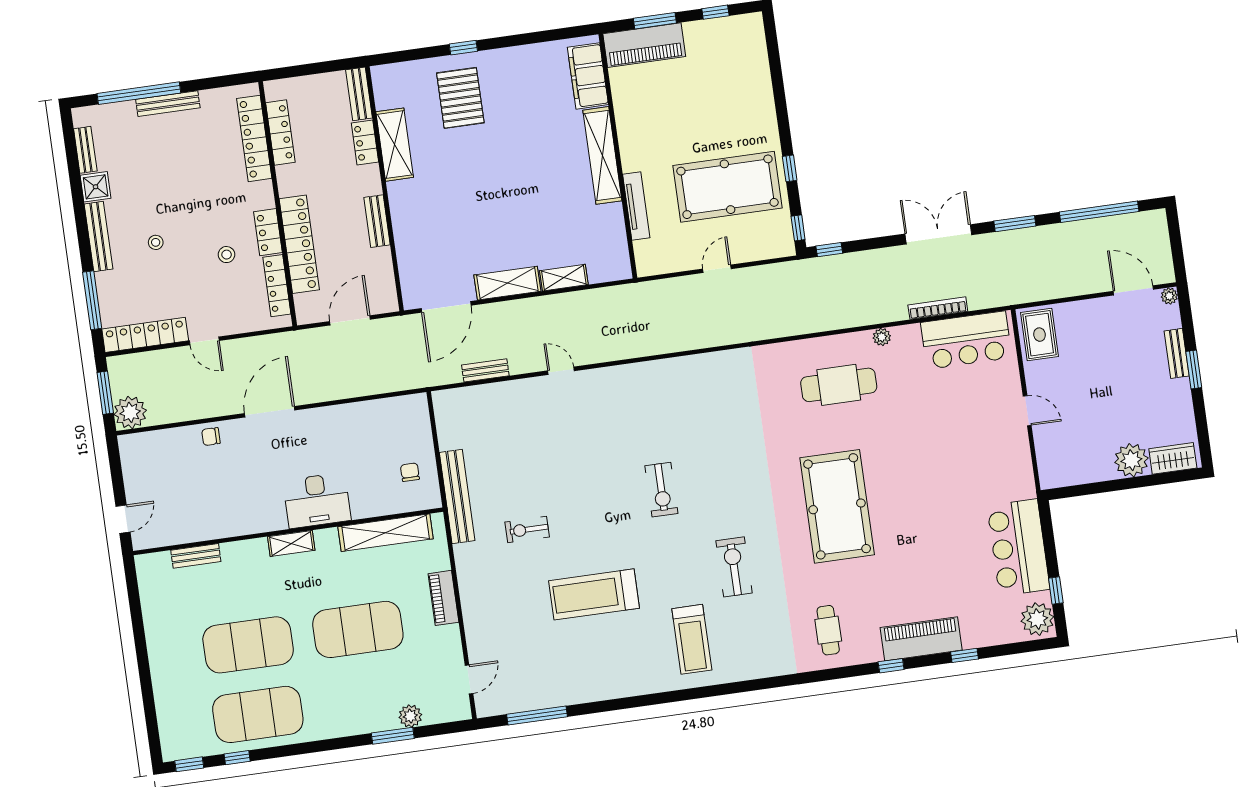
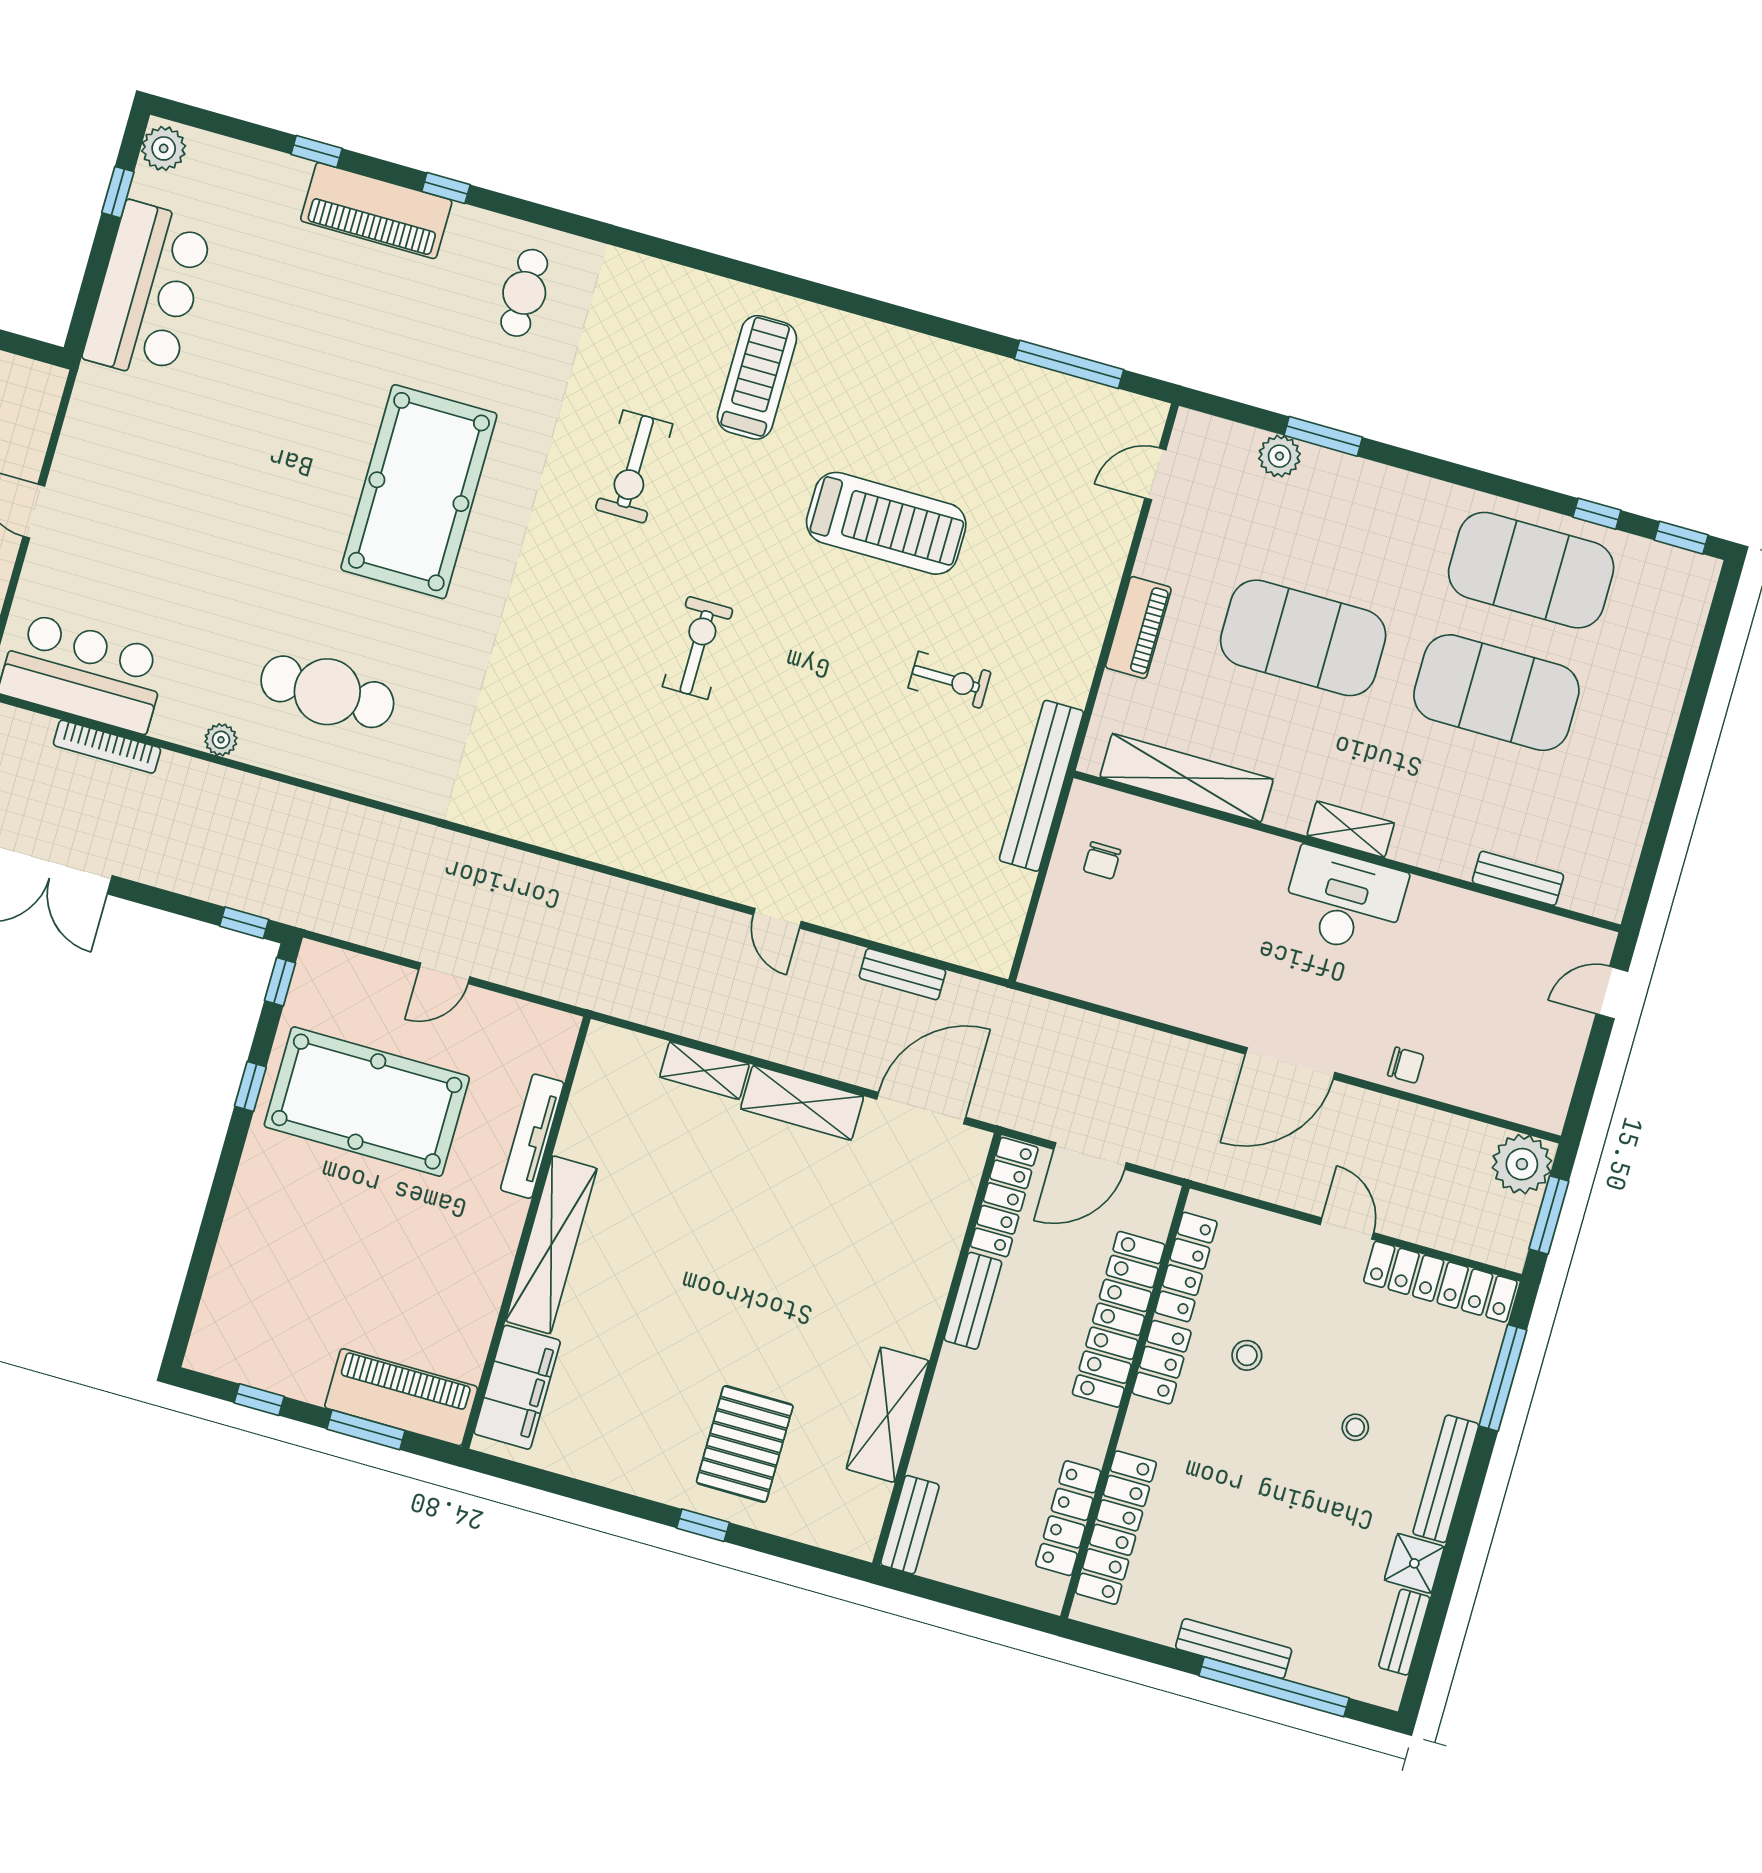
locker: (365, 143) -> (1004, 1197), moved, width x1.53
desk: (317, 500) -> (1344, 901), moved
plant: (1037, 619) -> (164, 148), width x0.73, depth x0.73

